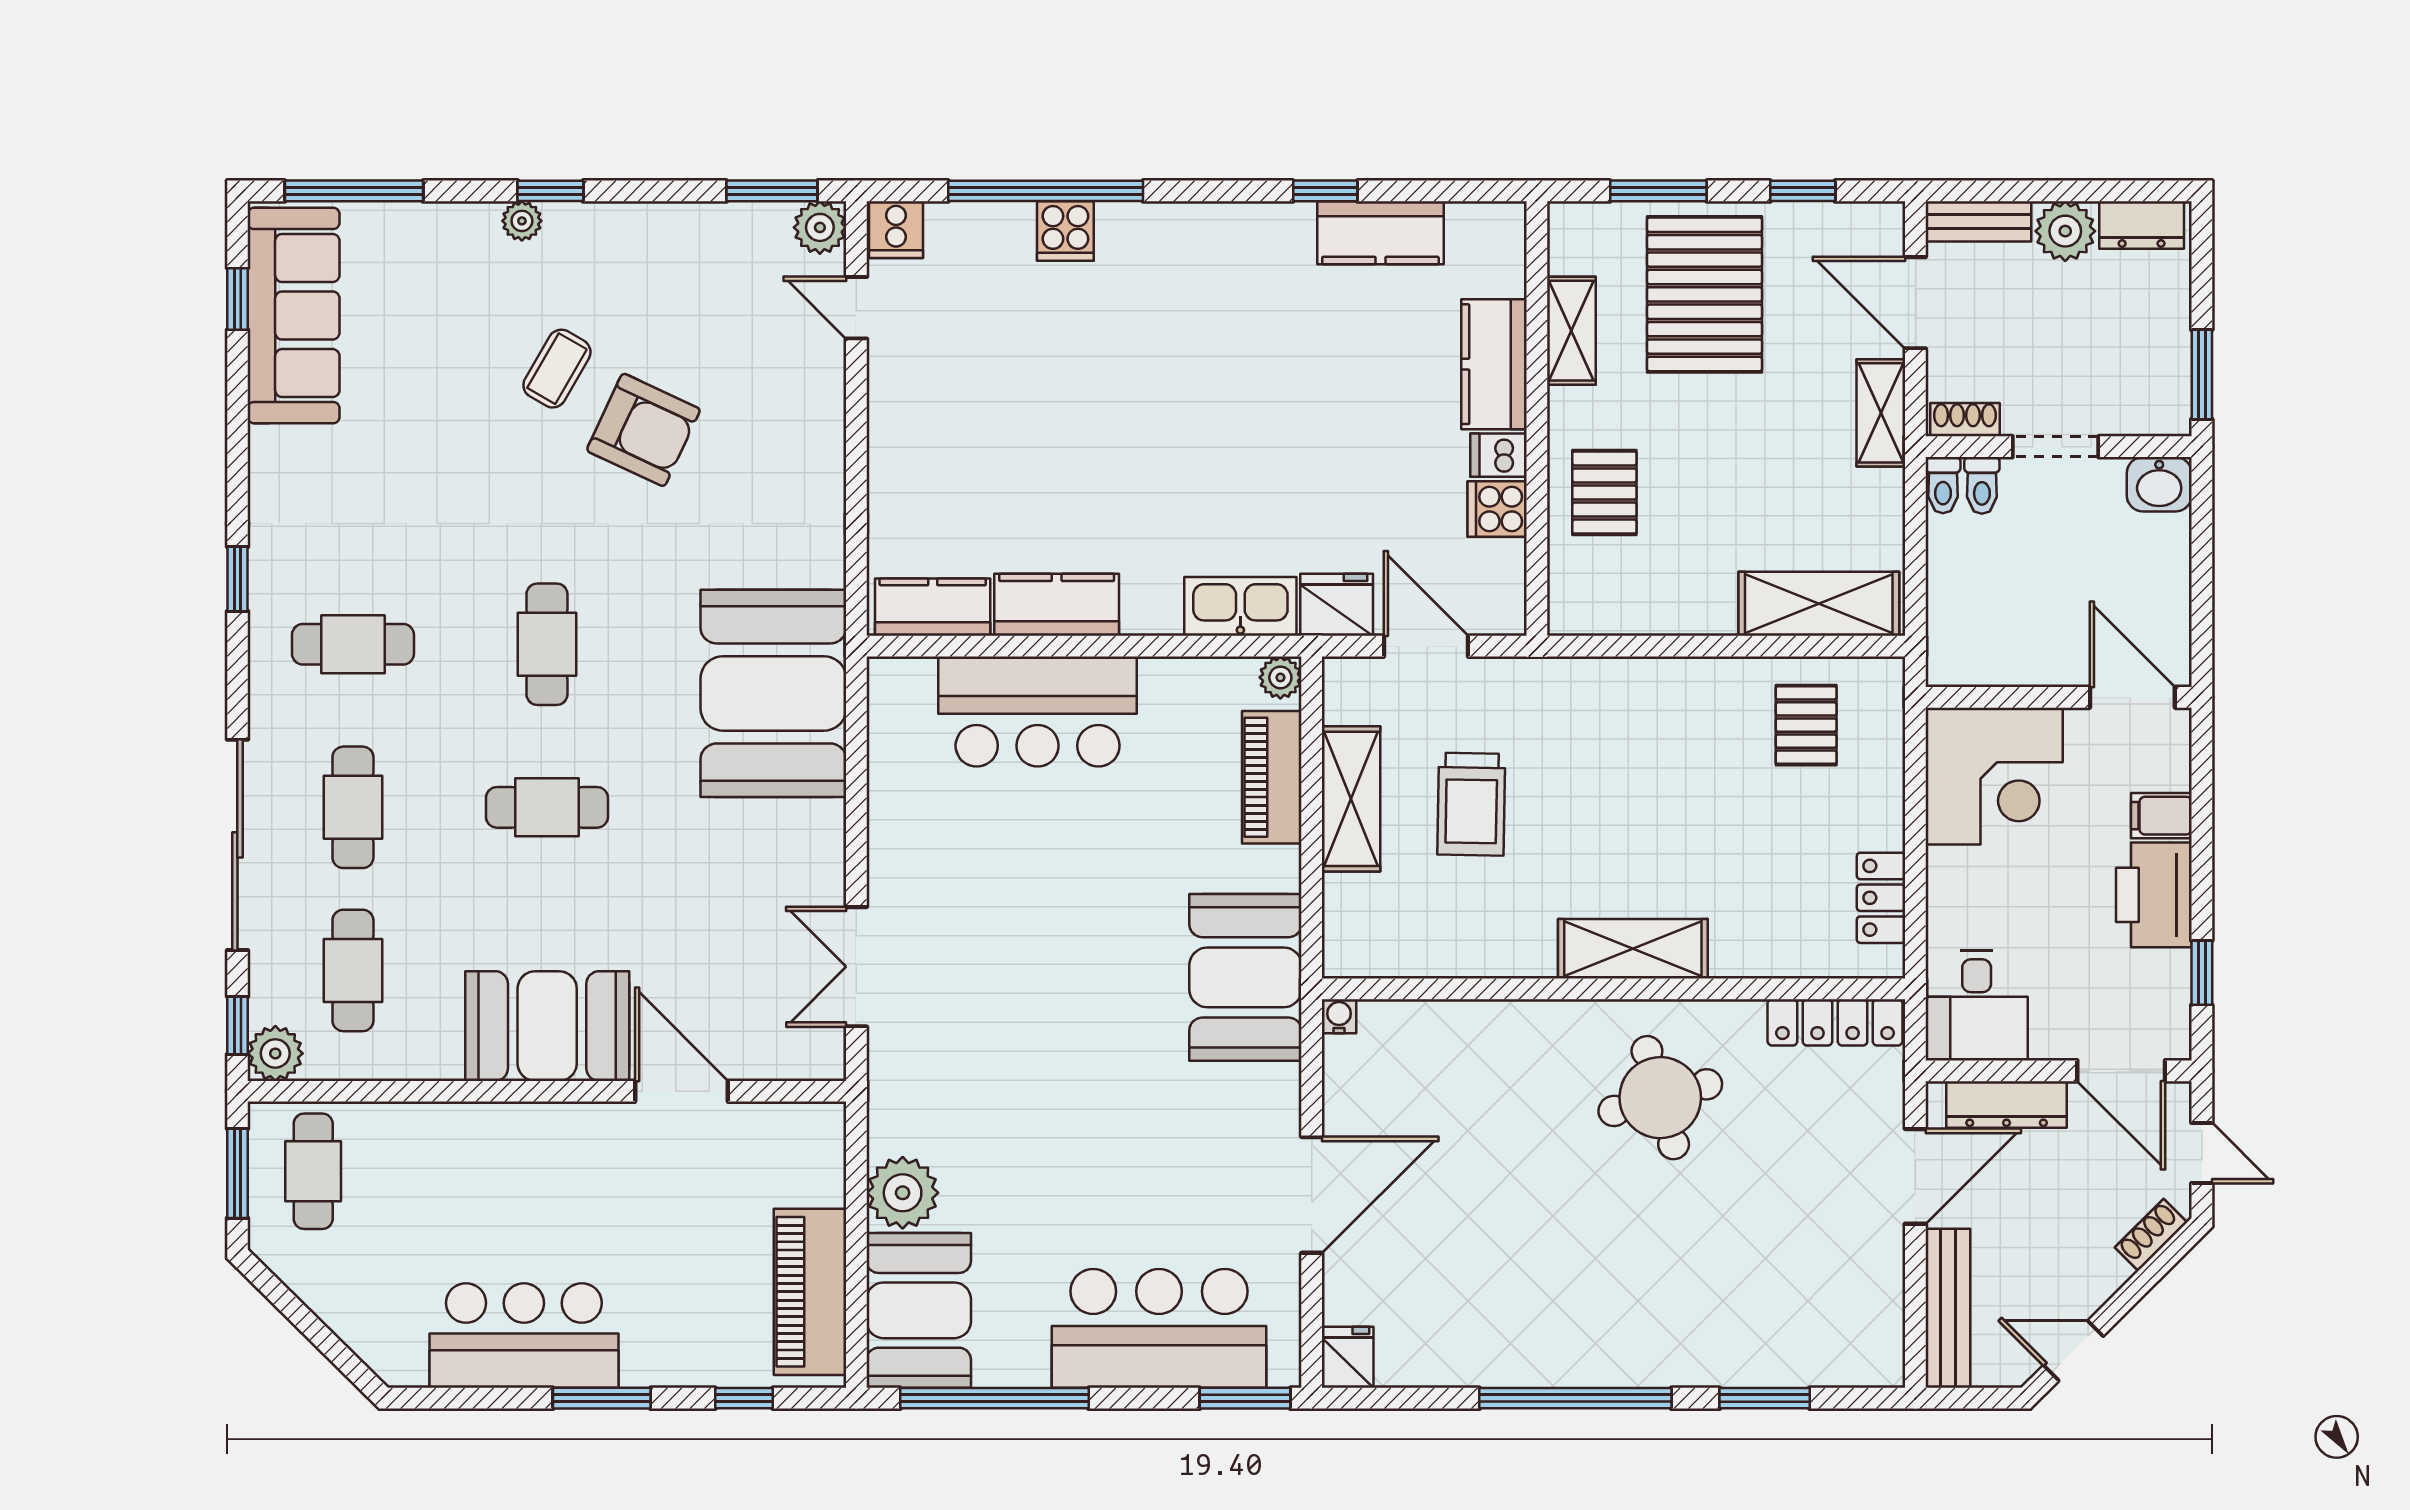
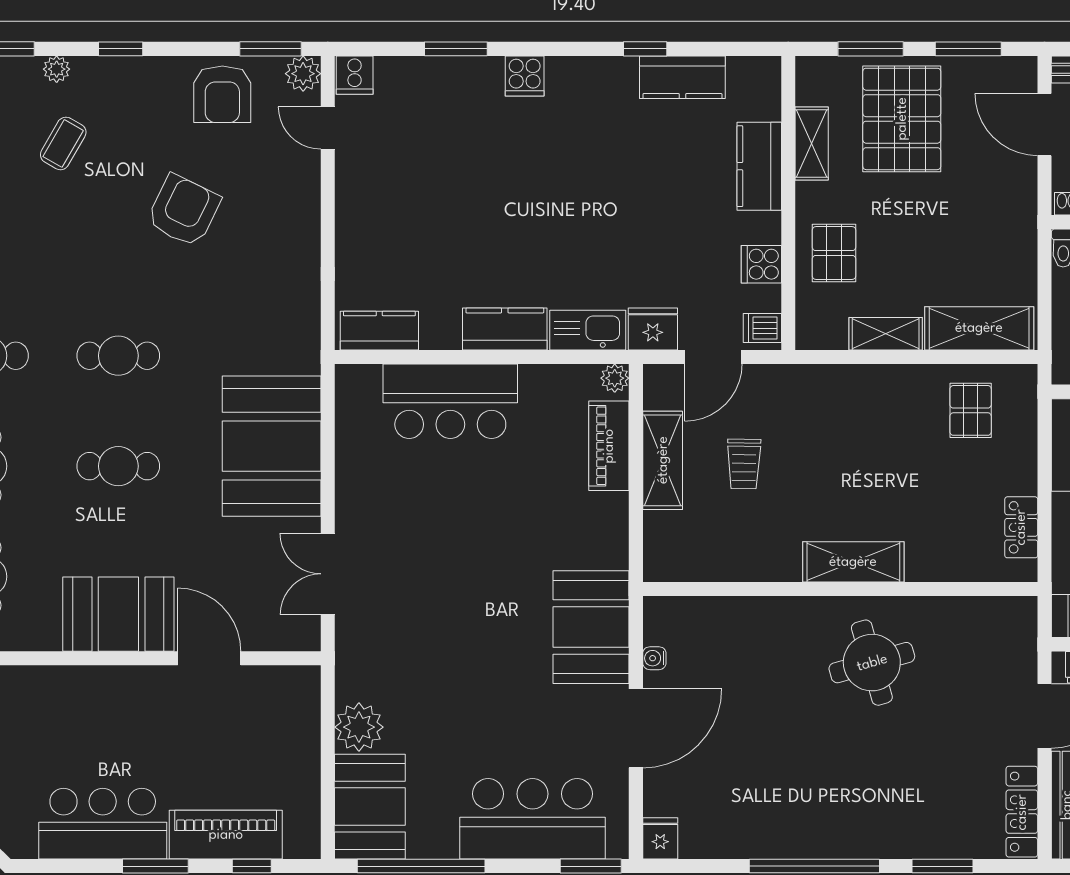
window: (1046, 191) -> (456, 49), width x0.47
window: (1803, 191) -> (968, 49), width x1.50
plant: (522, 221) -> (57, 69), moved
cooker: (1065, 231) -> (525, 76), moved
armchair: (701, 258) -> (222, 94), added
coffee table: (557, 369) -> (63, 143), moved
shelving: (1881, 413) -> (886, 334), moved, turned 90
armchair: (643, 430) -> (184, 211), turned -89
dishwasher: (1498, 455) -> (762, 328), moved
kitchen counter: (1057, 605) -> (505, 329), moved
cafe table: (547, 644) -> (118, 356), turned 90
door: (1426, 646) -> (713, 357), swing flipped
booth: (773, 693) -> (272, 446), moved
trolley: (1471, 804) -> (744, 464), width x0.73, depth x0.72
booth: (1245, 977) -> (591, 627), moved
water cooler: (1339, 1016) -> (654, 658), moved, turned -90
locker: (1835, 1022) -> (1022, 812), moved, turned 90
piano: (810, 1292) -> (226, 835), moved, turned 90

